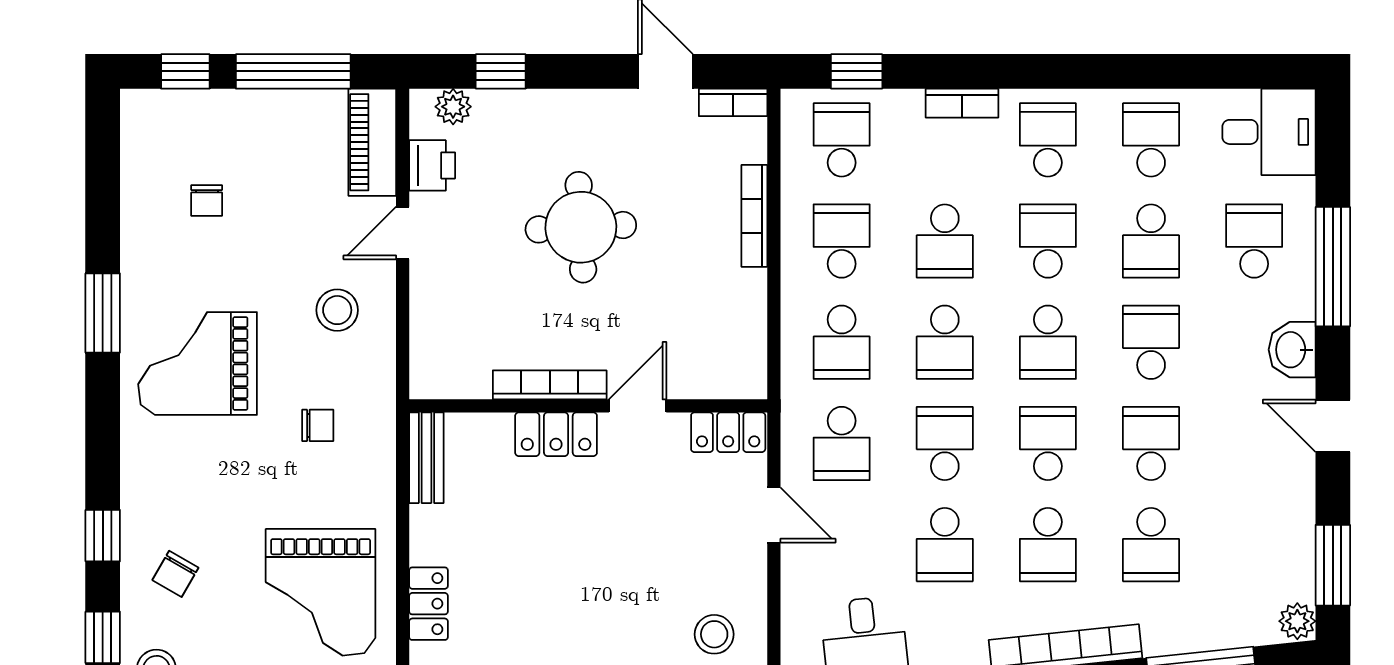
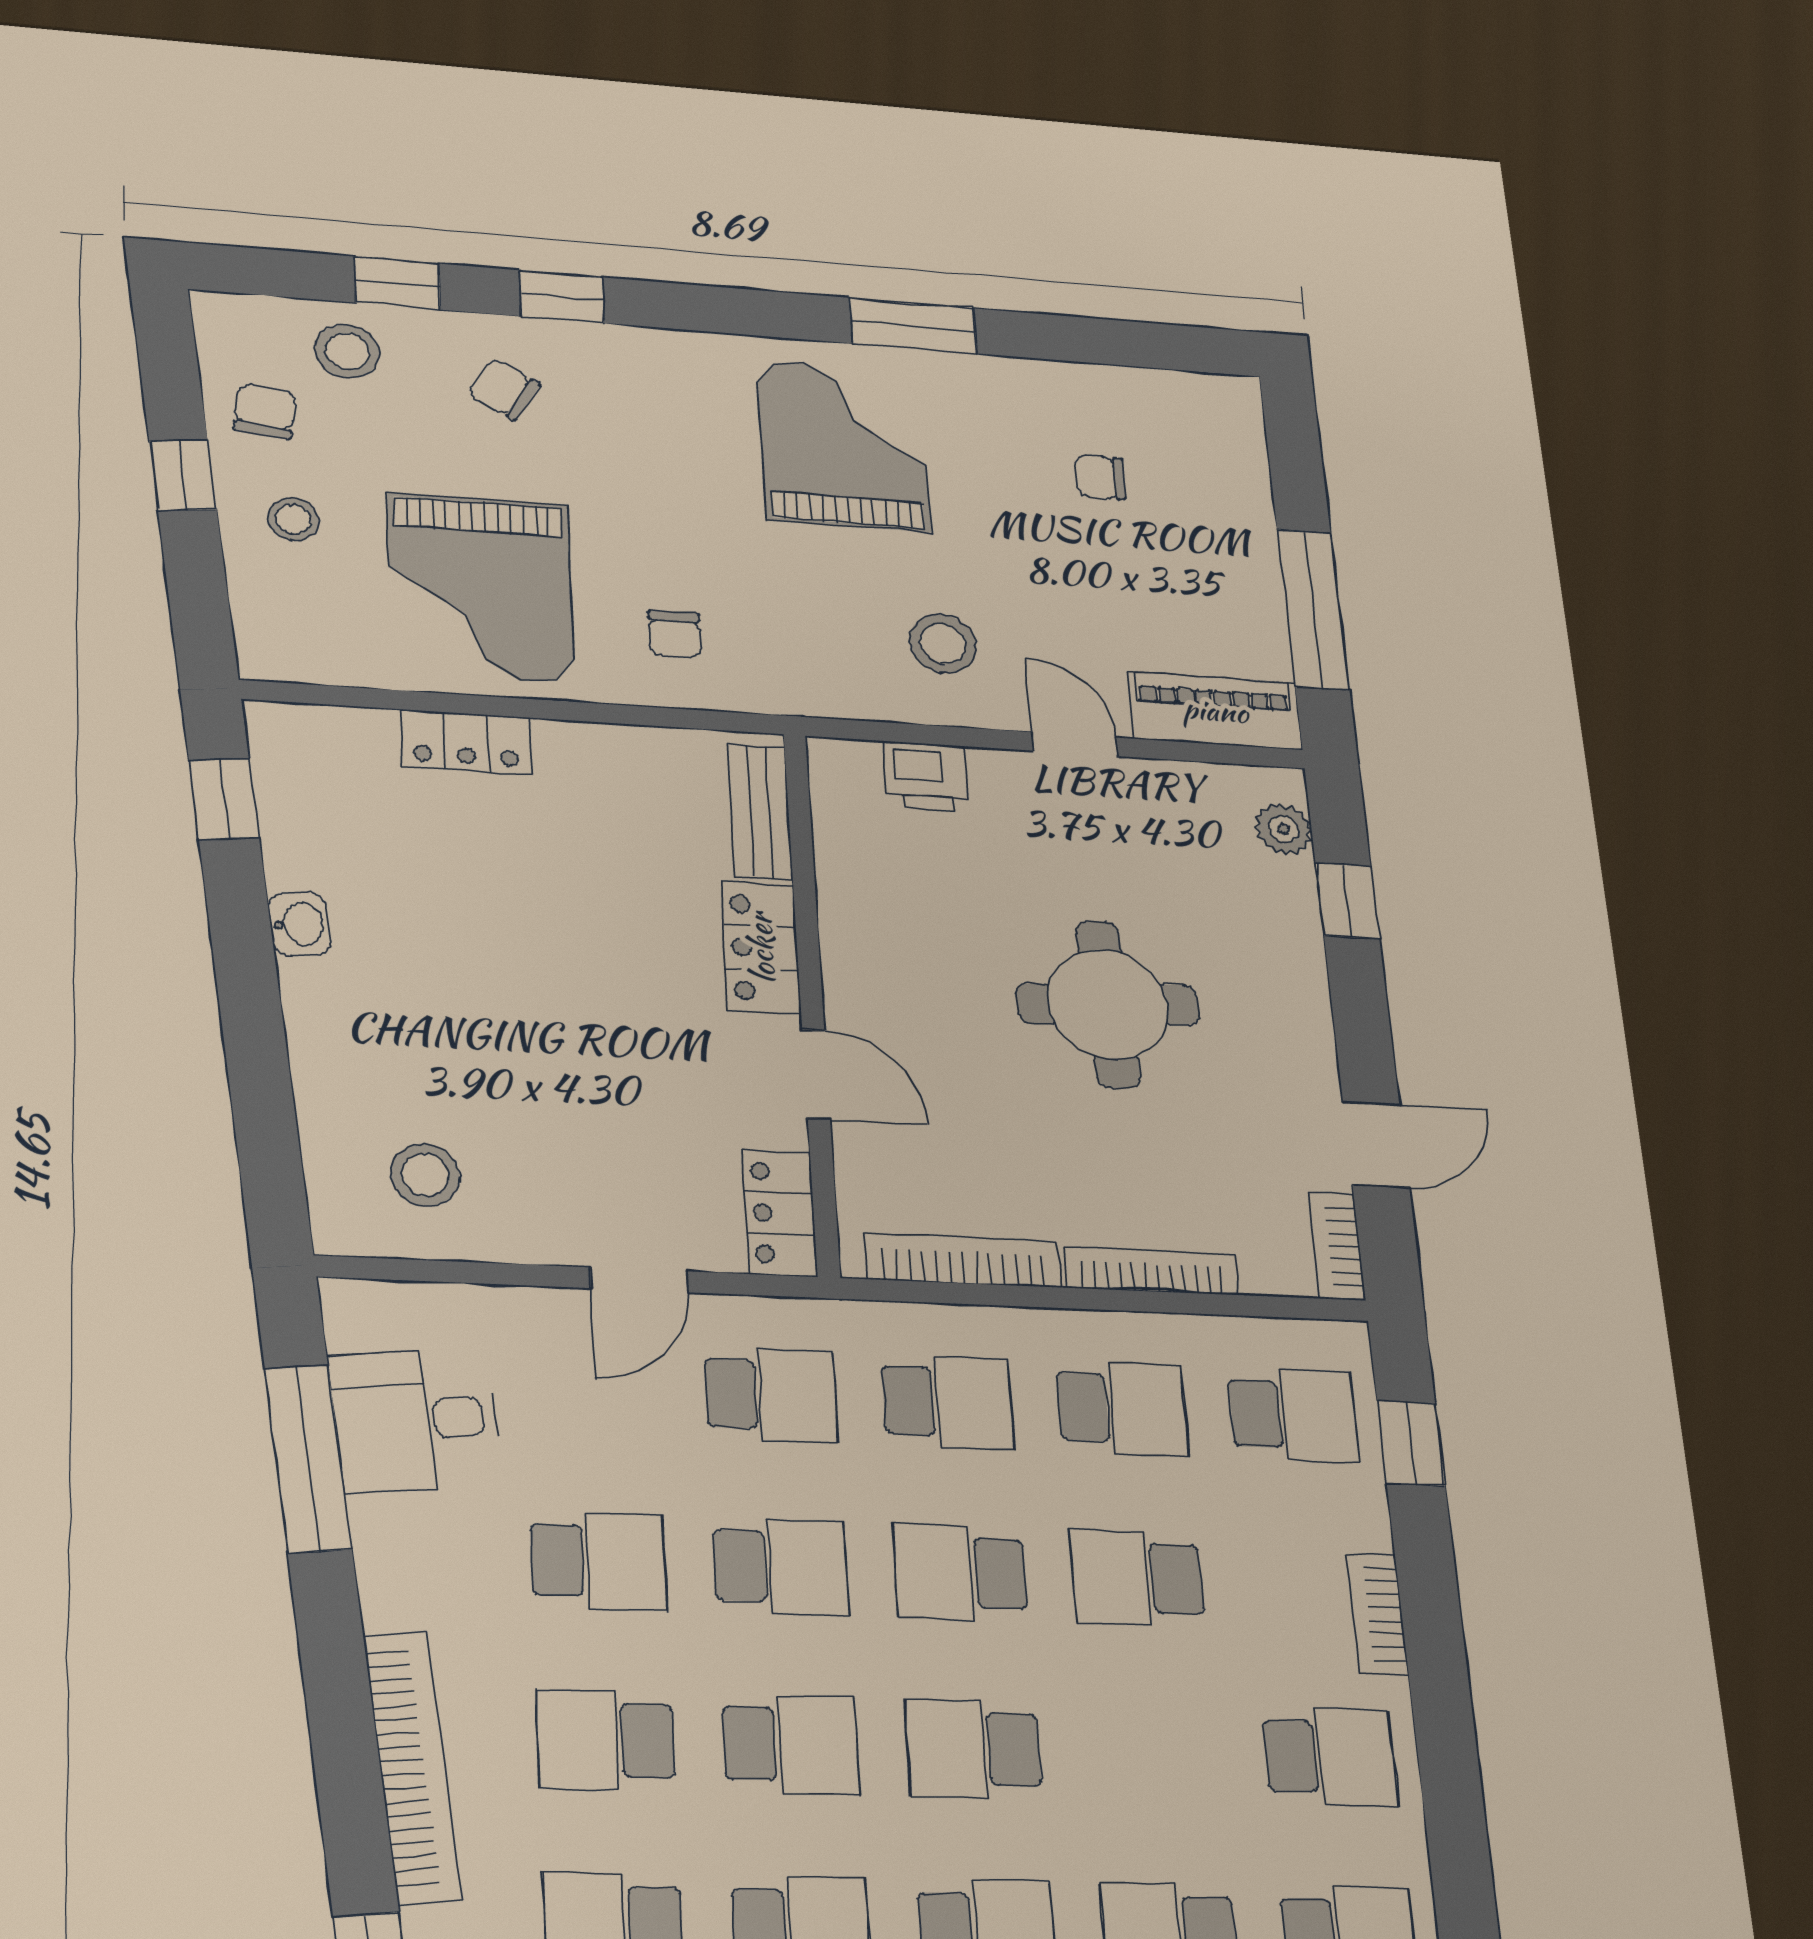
window: (185, 71) -> (1296, 464), removed
printer: (432, 165) -> (926, 776), moved
school desk: (1048, 241) -> (1153, 1753), removed
school desk: (842, 342) -> (948, 1402), turned 180
bookcase: (550, 385) -> (963, 1260), moved, turned -90
chair: (318, 425) -> (675, 634), moved
school desk: (842, 443) -> (771, 1395), turned 180
bench: (426, 458) -> (760, 812), moved, turned 90
school desk: (945, 545) -> (598, 1561), turned 180
grand piano: (321, 592) -> (480, 588), turned -90

